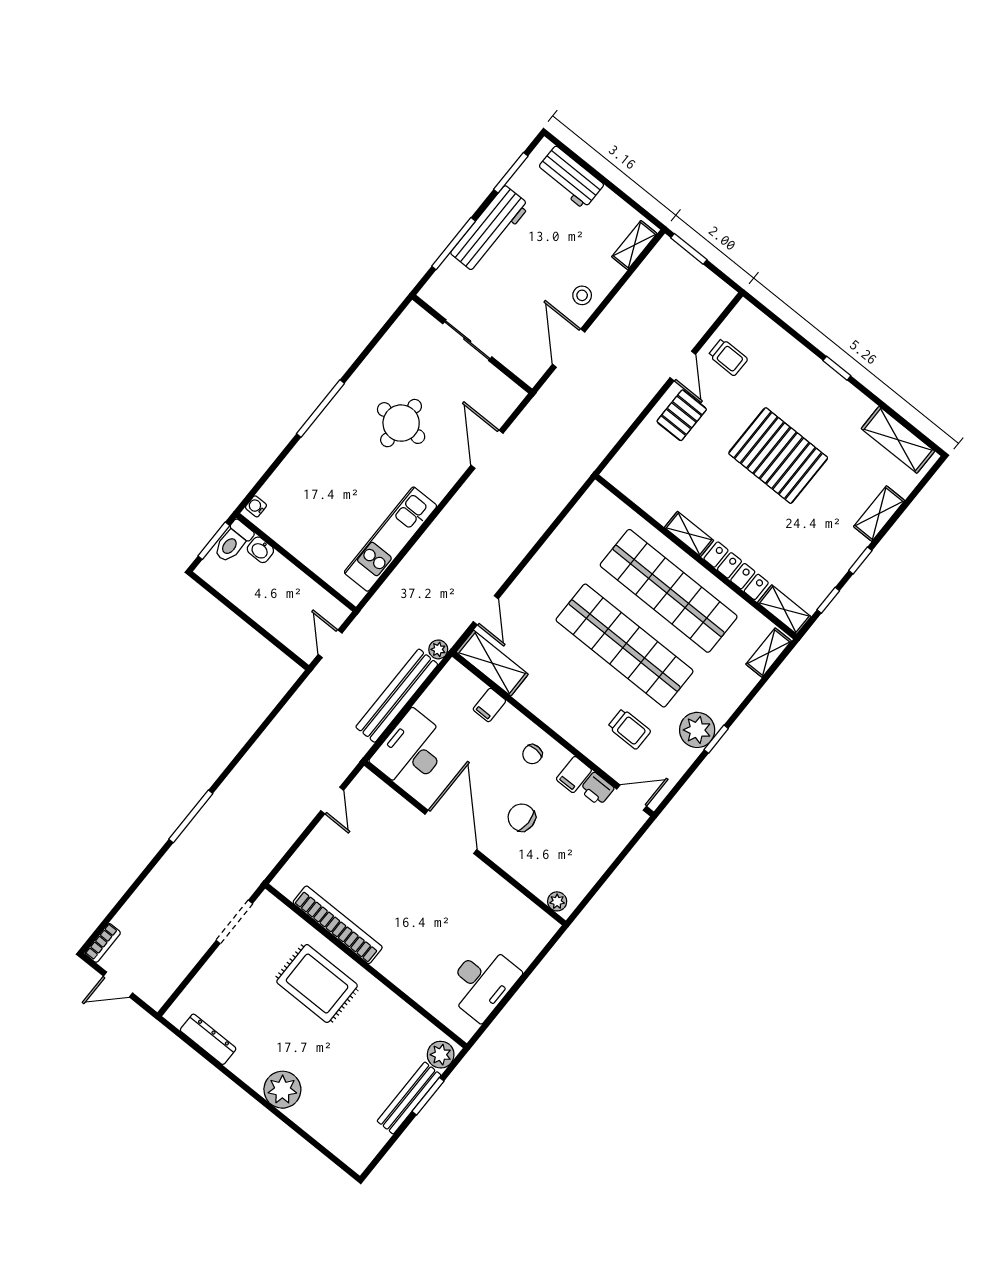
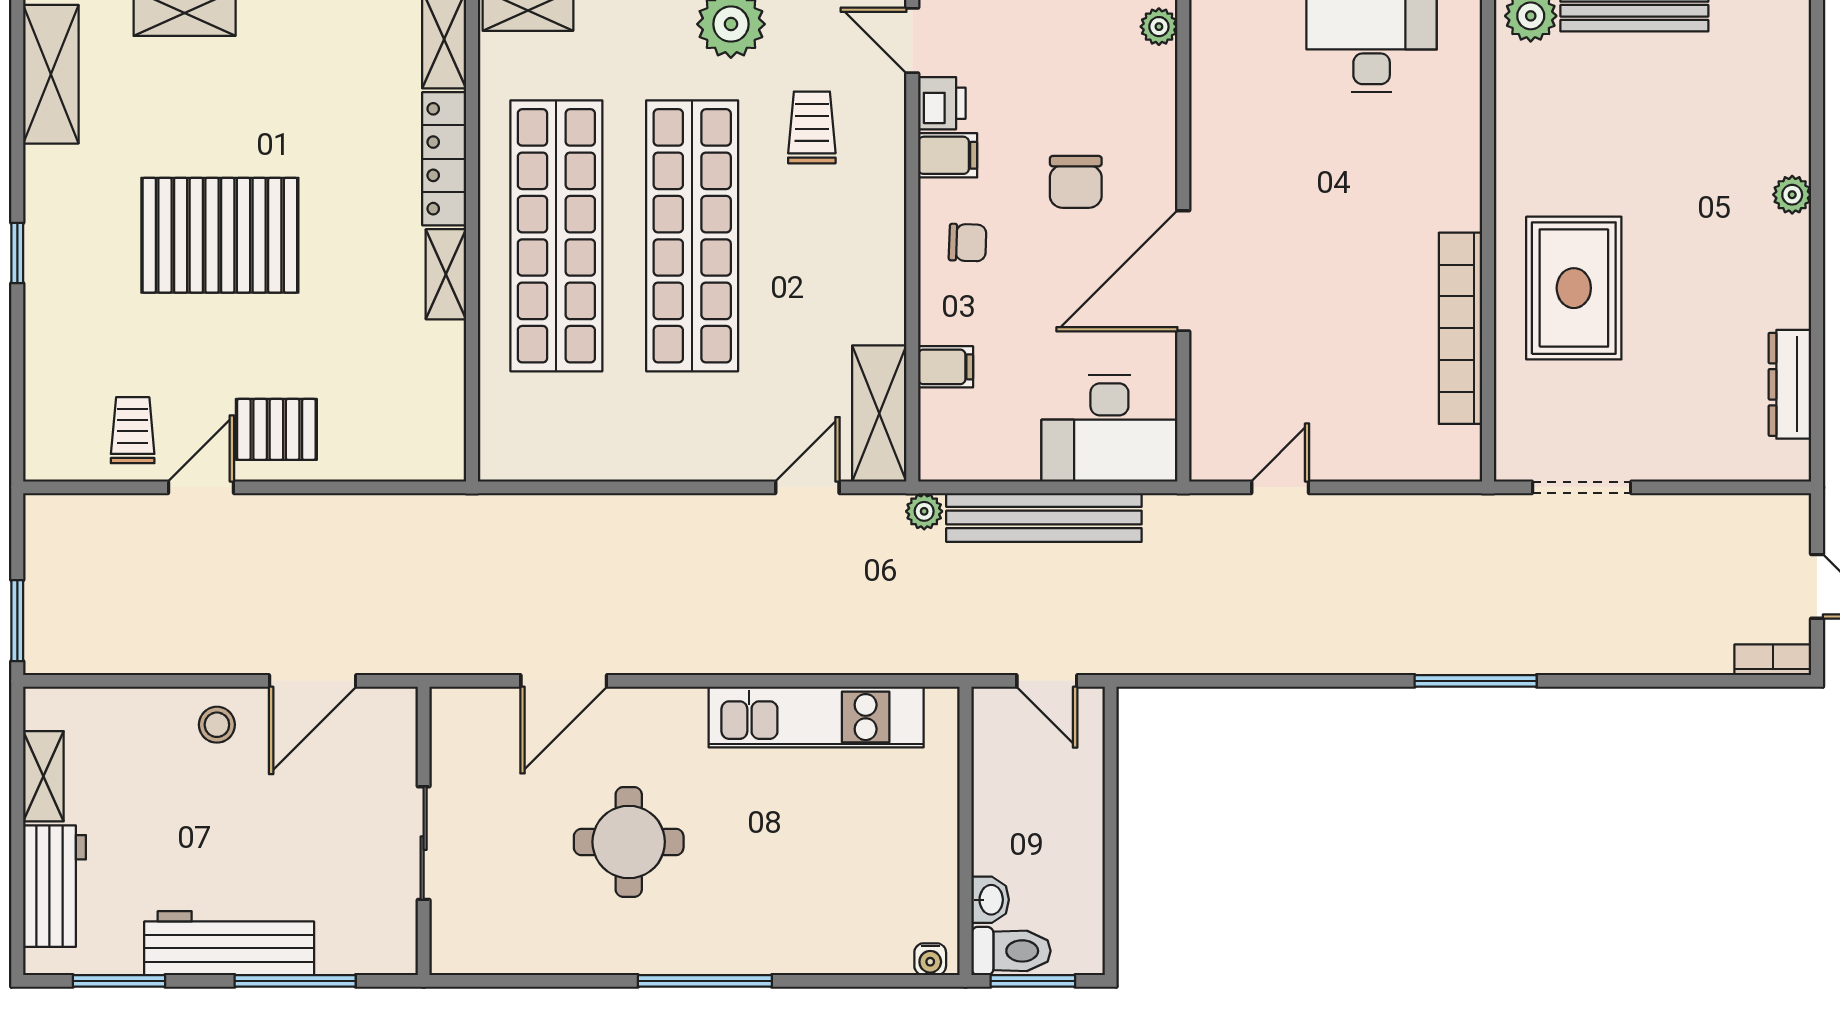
shelving: (634, 245) -> (43, 776), moved, turned 90
pallet: (778, 456) -> (220, 235), turned 90
door: (330, 644) -> (1047, 681), hinge flipped
plant: (282, 1090) -> (1792, 195), width x0.53, depth x0.53

